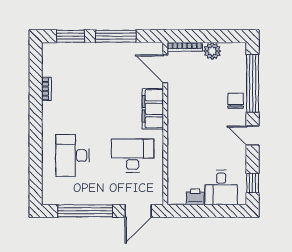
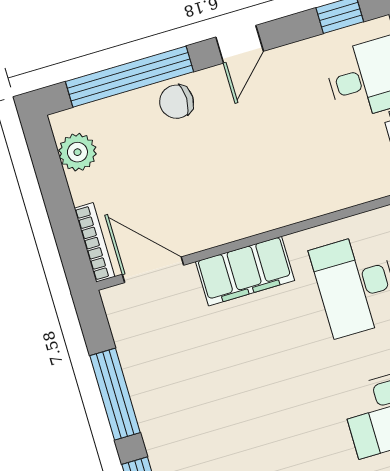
plant: (212, 51) -> (77, 152), moved
door: (165, 69) -> (153, 270), swing flipped

